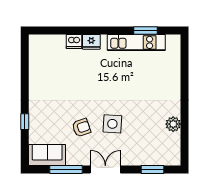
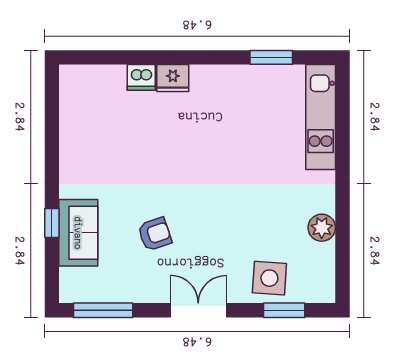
kitchen unit: (136, 42) -> (321, 117), moved, turned 90
side table: (112, 124) -> (269, 278), moved
sofa: (47, 155) -> (78, 233), moved, turned 90
window: (66, 169) -> (103, 310), moved

